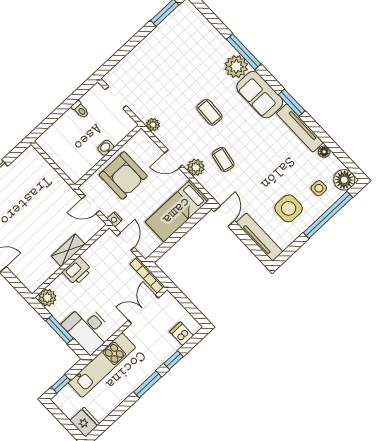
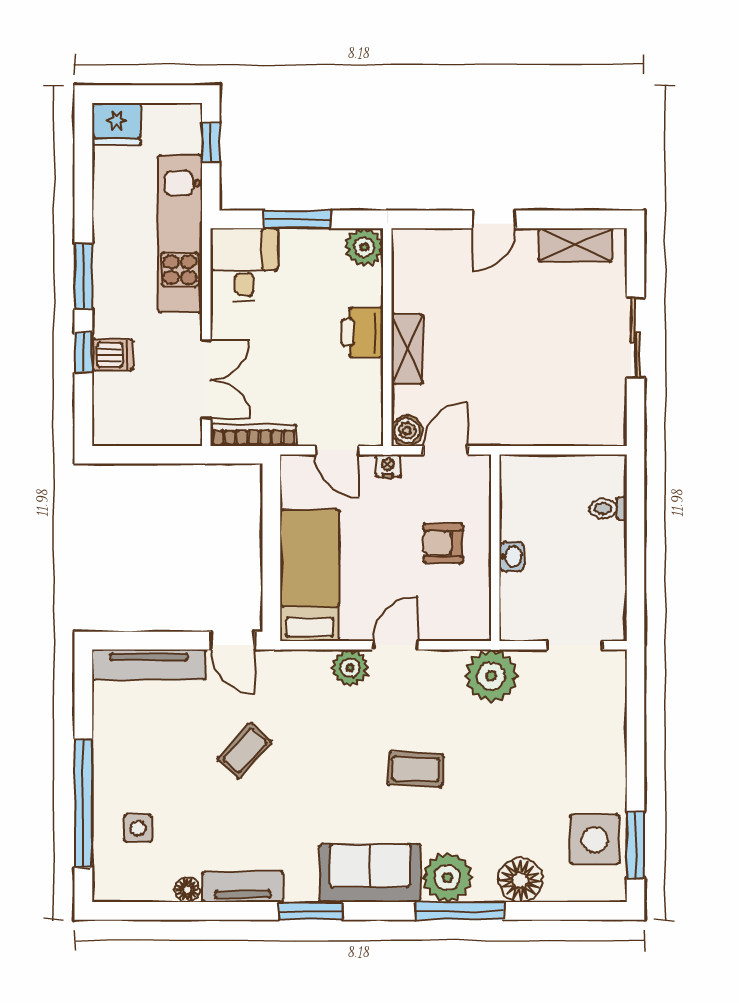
toilet: (80, 110) -> (608, 508), moved
plant: (153, 125) -> (491, 676), width x1.88, depth x1.88
tv unit: (300, 128) -> (243, 887), width x0.71
coffee table: (223, 160) -> (245, 751), moved, turned -59
armchair: (123, 175) -> (443, 543), width x0.53, depth x0.53
floor lamp: (344, 180) -> (520, 880), moved
side table: (289, 208) -> (595, 840), moved
boiler: (96, 224) -> (407, 431), added
desk: (88, 329) -> (244, 265), width x0.73
dishwasher: (182, 334) -> (113, 355), moved

